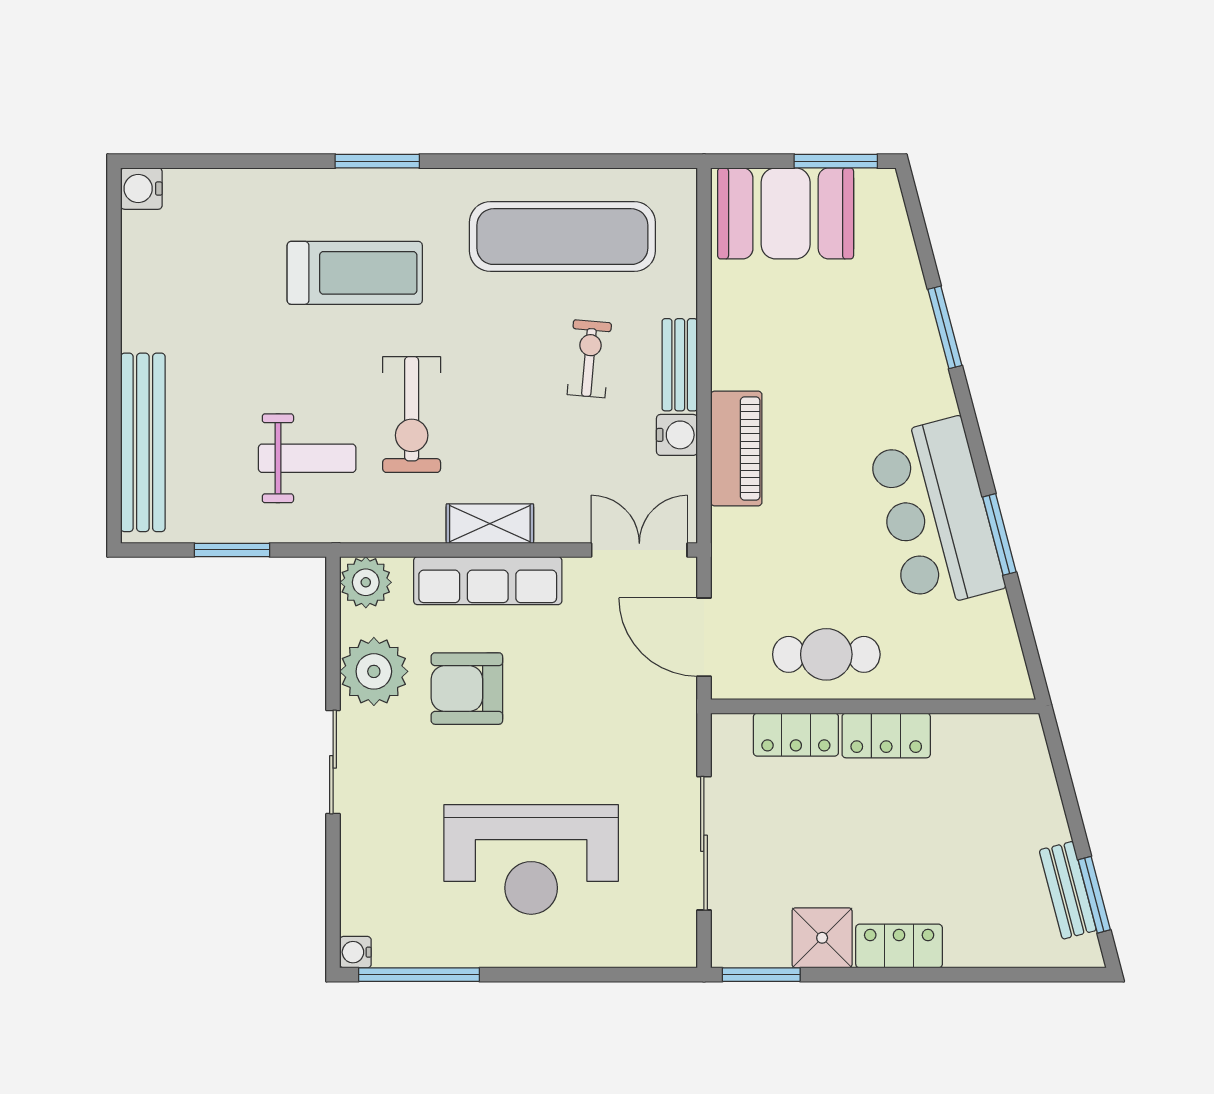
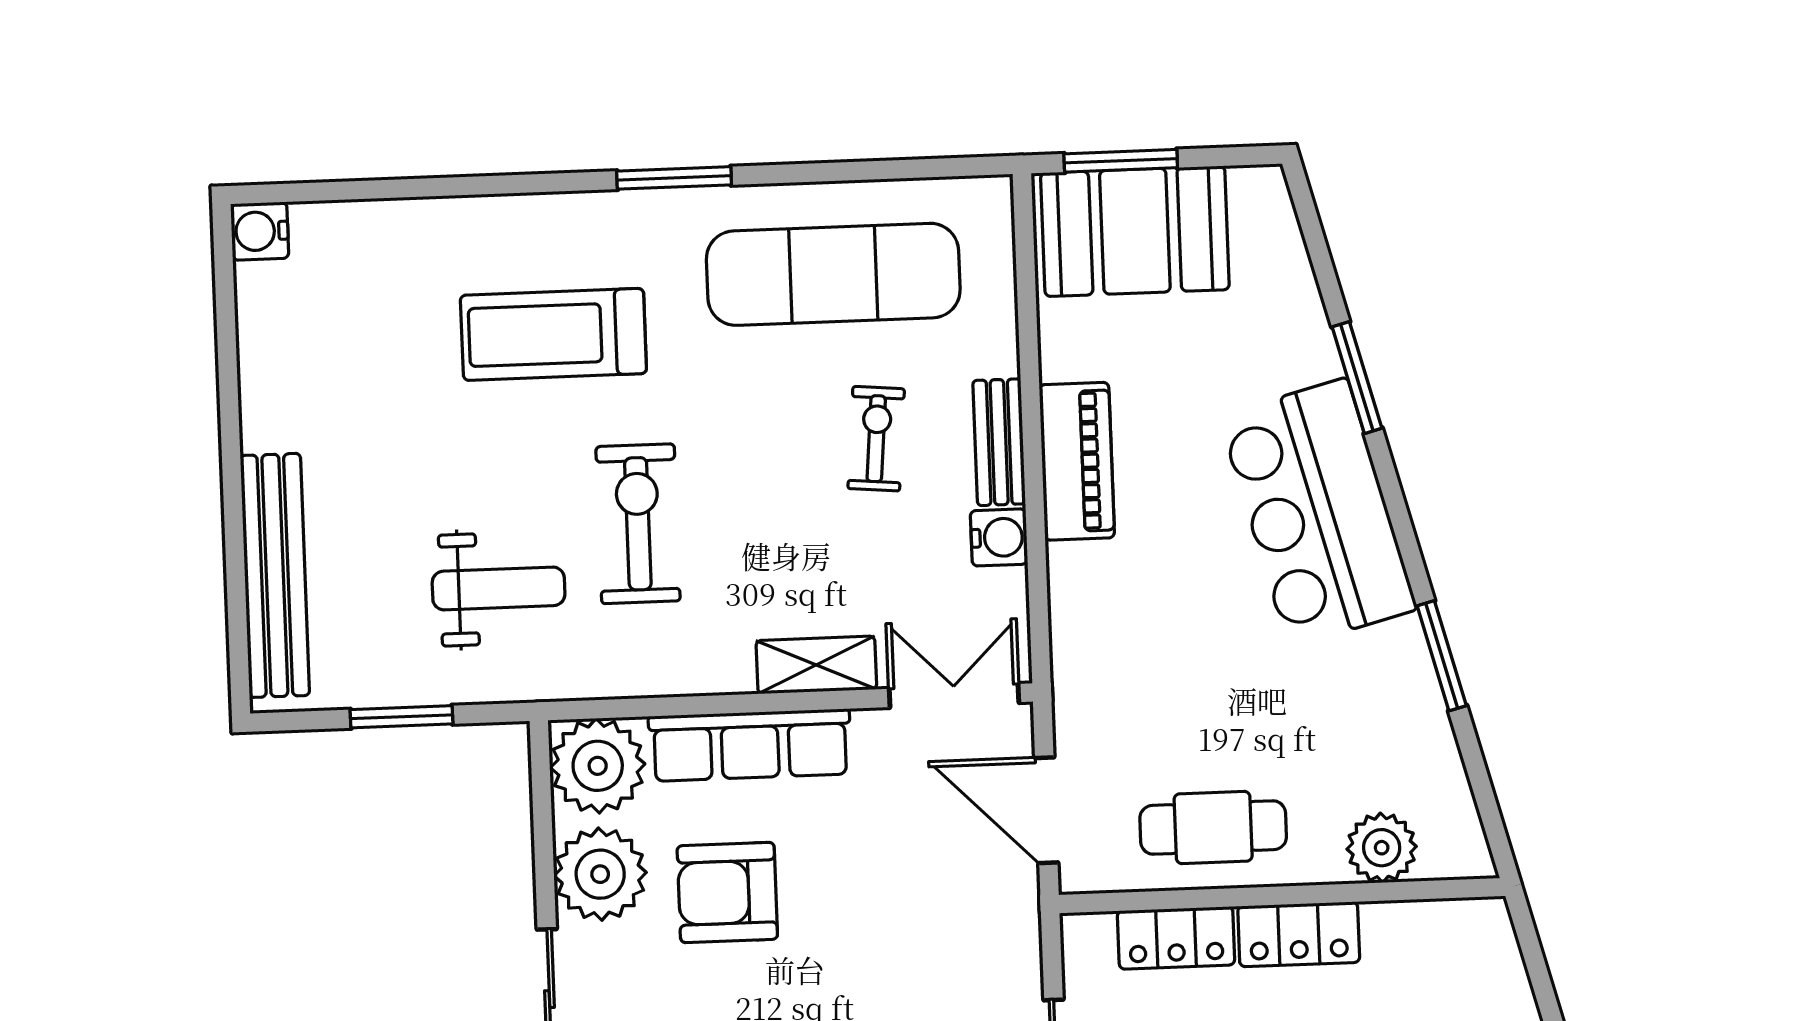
window: (377, 161) -> (674, 178), moved
window: (836, 161) -> (1121, 161), moved
treadmill: (355, 273) -> (553, 334), turned 180
exercise bike: (412, 415) -> (638, 524), turned 180
piano: (736, 449) -> (1077, 461), moved
bar counter: (936, 514) -> (1318, 513), moved
shelving: (490, 524) -> (816, 665), moved
plant: (366, 582) -> (598, 766), width x1.36, depth x1.36
plant: (950, 674) -> (1382, 848), added

